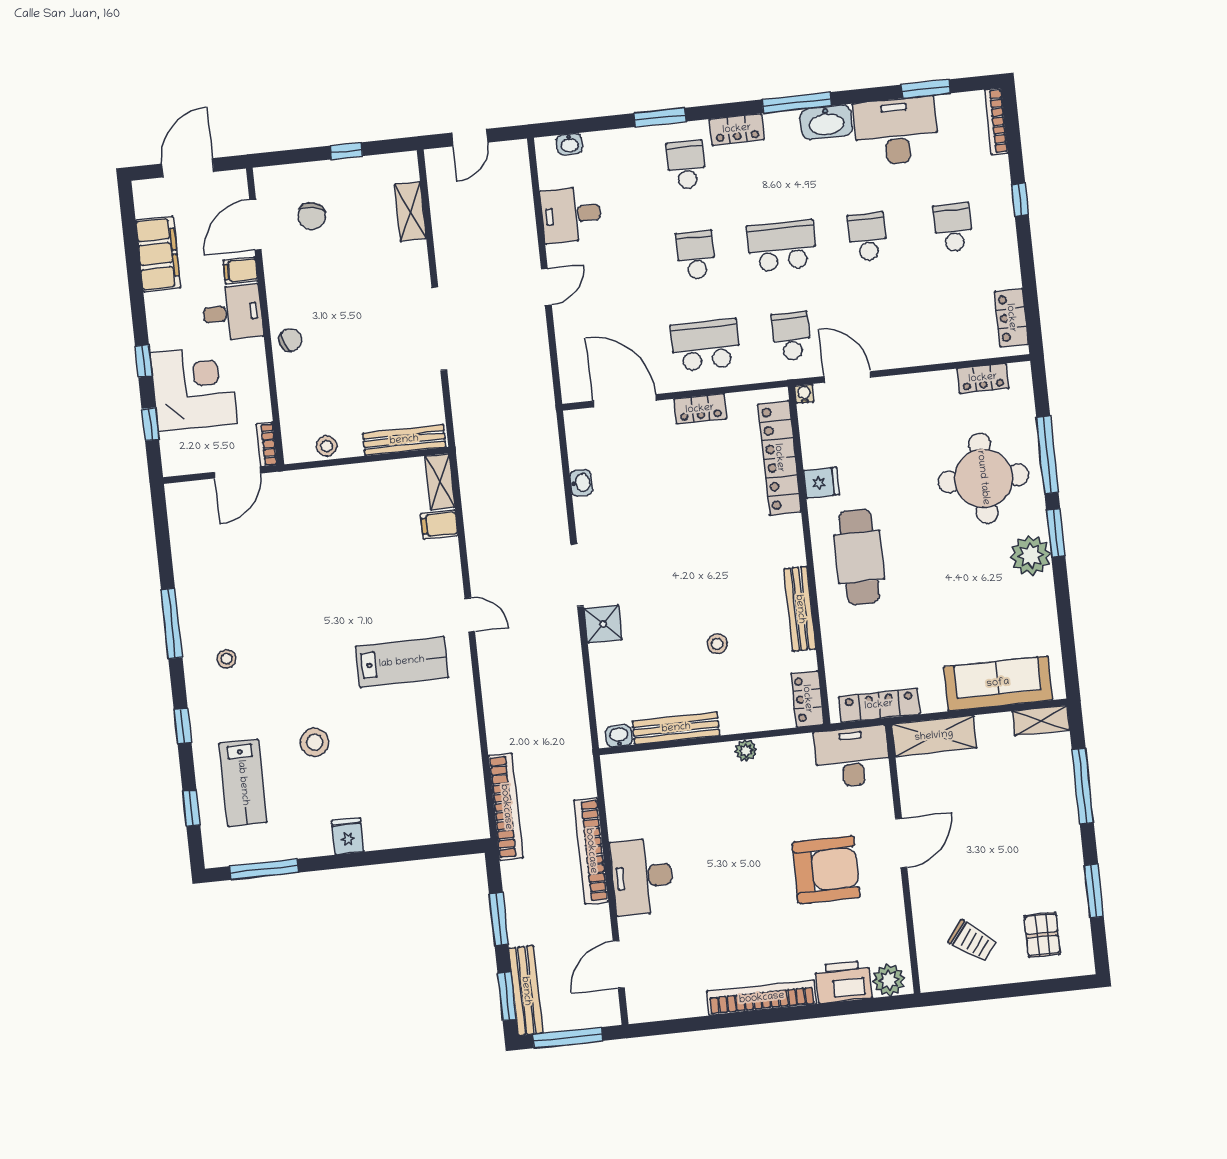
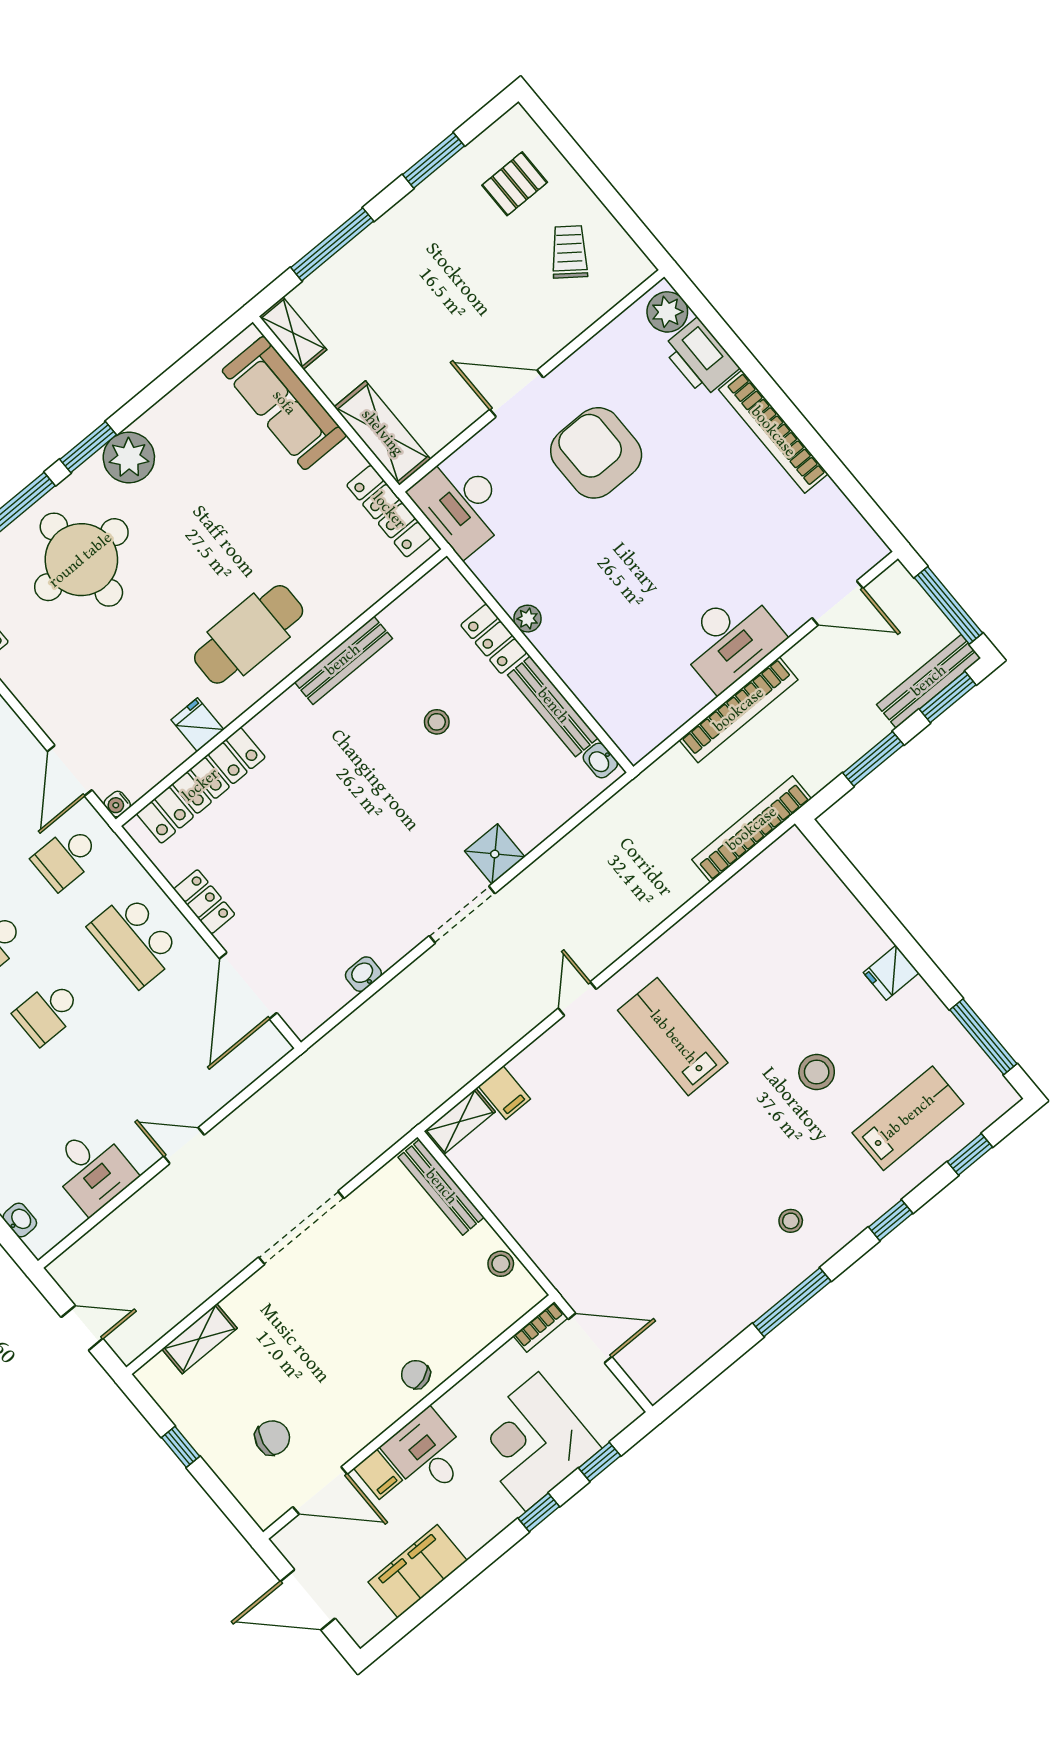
locker: (807, 699) -> (494, 639), moved, turned 90

